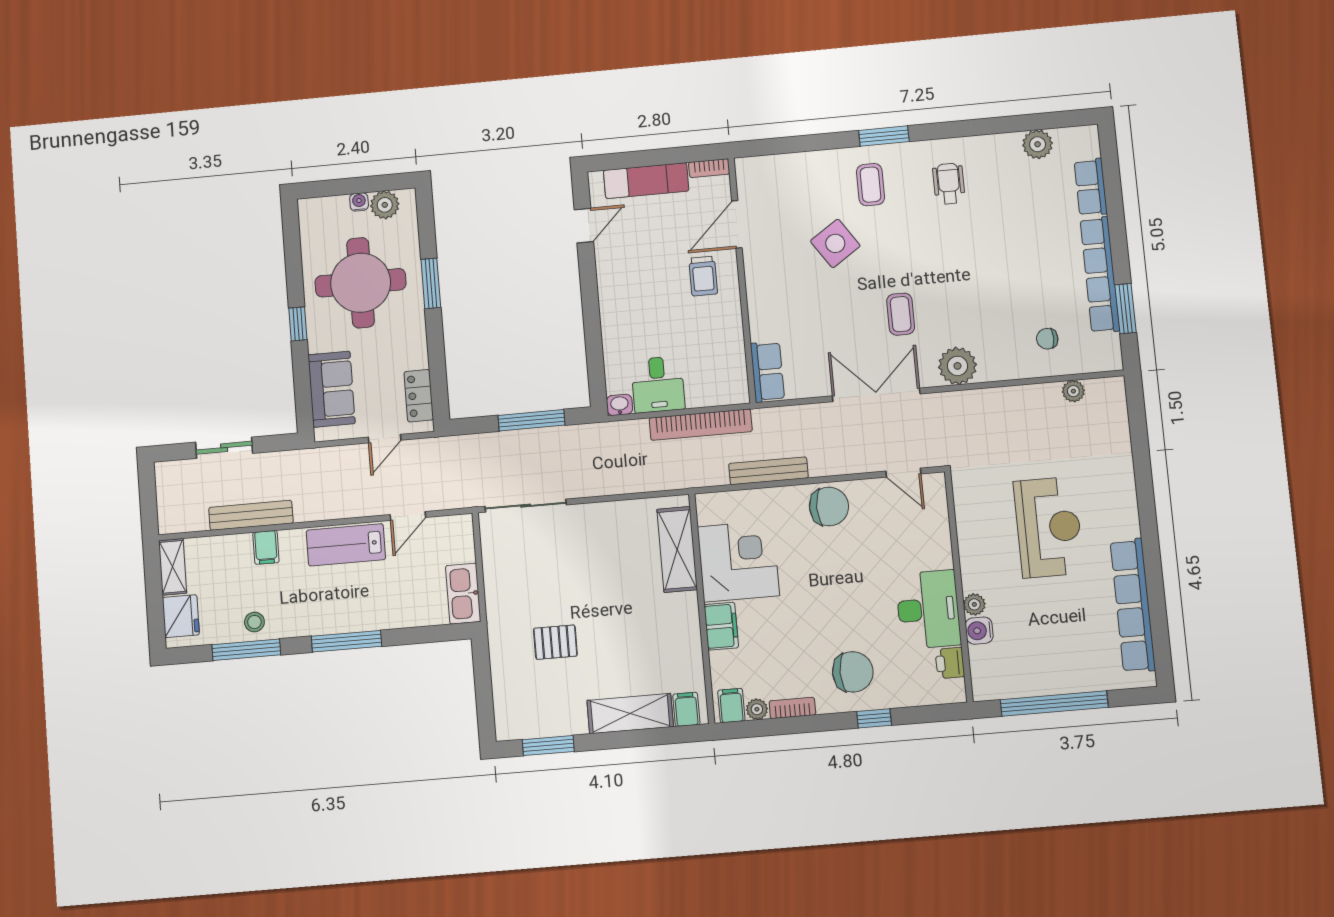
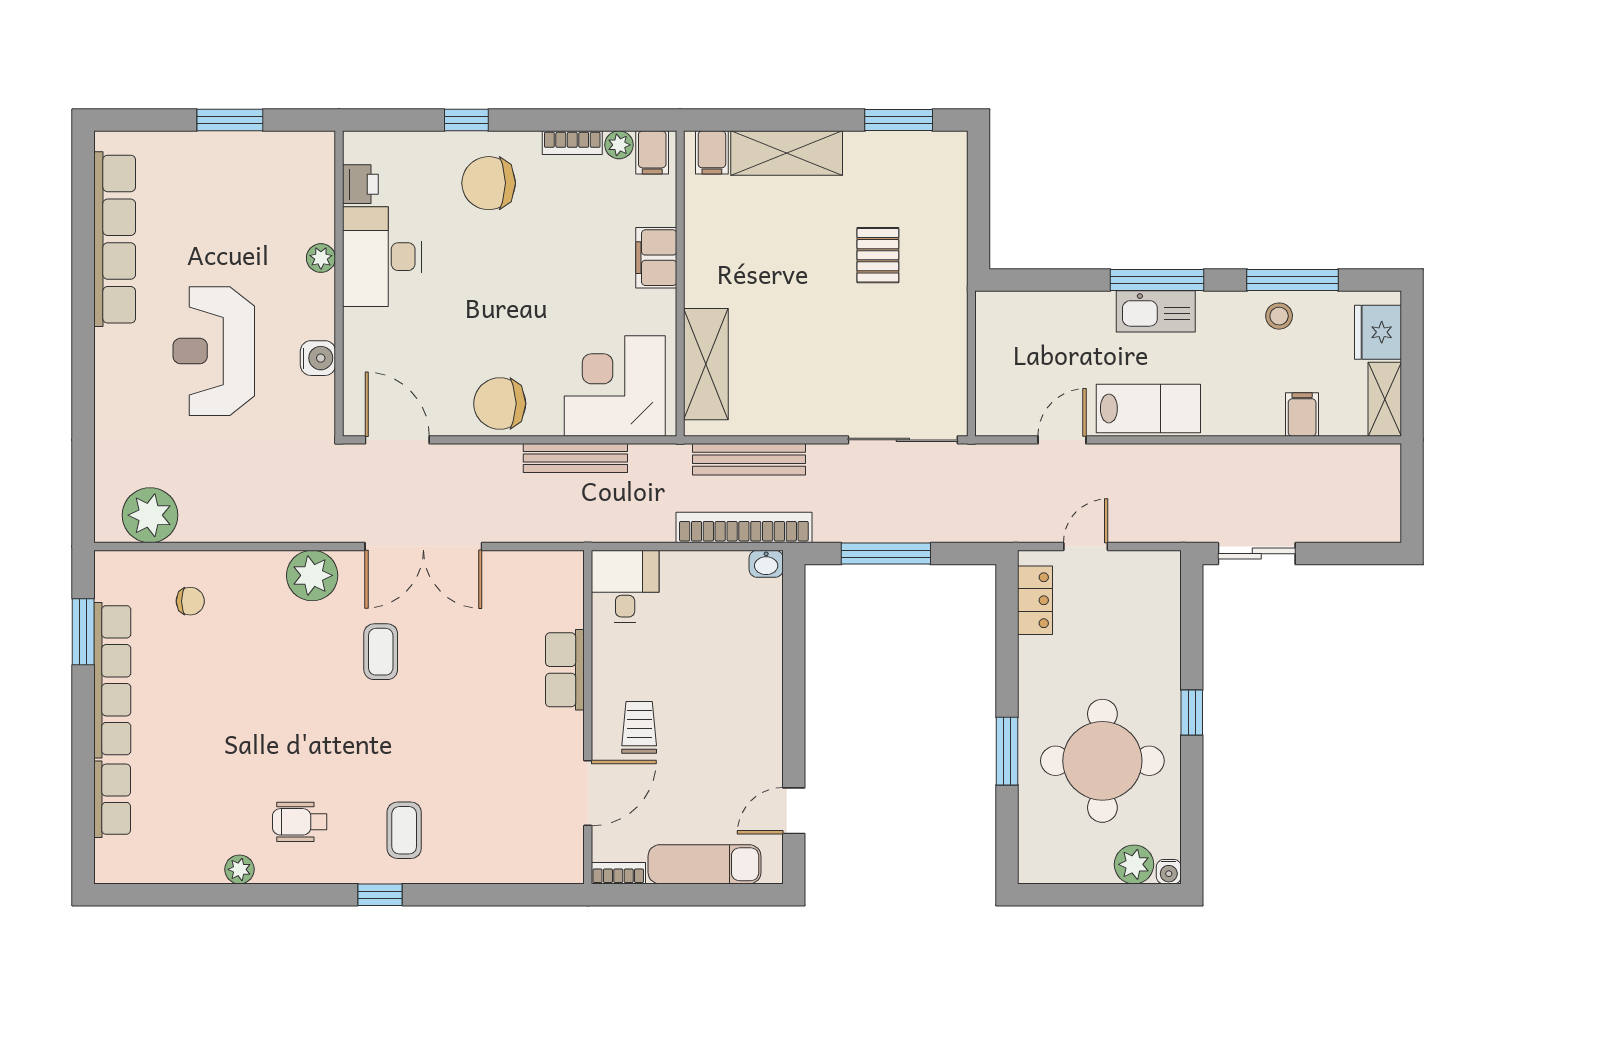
window: (884, 136) -> (380, 895), width x0.67
plant: (1038, 144) -> (239, 869), moved, width x0.73, depth x0.73
wheelchair: (949, 184) -> (300, 822), turned 90
water cooler: (359, 202) -> (1169, 872), moved
plant: (385, 205) -> (1134, 864), moved
side table: (835, 243) -> (459, 755), removed
row of seats: (767, 372) -> (565, 670), moved
desk: (658, 385) -> (625, 586), moved
sofa: (332, 389) -> (1152, 620), removed
plant: (1073, 391) -> (150, 515), width x1.88, depth x1.88
bookcase: (701, 425) -> (744, 527), moved
sliding door: (224, 448) -> (1257, 554), moved
door: (903, 473) -> (397, 440), width x1.38
bench: (251, 515) -> (749, 459), moved
filing cabinet: (266, 547) -> (1302, 414), moved
corner desk: (738, 561) -> (615, 386), moved, turned 90
kitchen sink: (463, 594) -> (1156, 311), moved, turned 90
water cooler: (979, 631) -> (318, 358), moved
pallet: (555, 642) -> (878, 255), turned 90
window: (1054, 704) -> (230, 120), width x0.47

